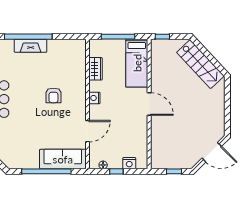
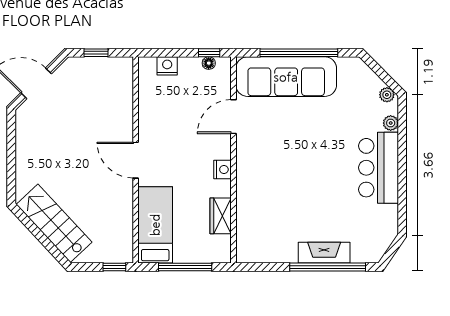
armchair: (53, 95) -> (288, 174), removed
sofa: (63, 159) -> (286, 77), width x1.36, depth x1.27
window: (116, 171) -> (209, 53), moved

